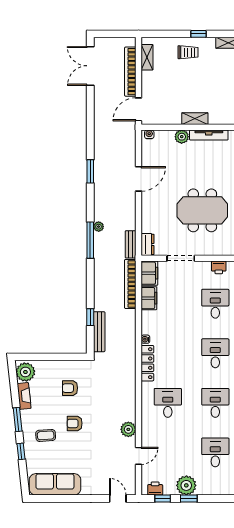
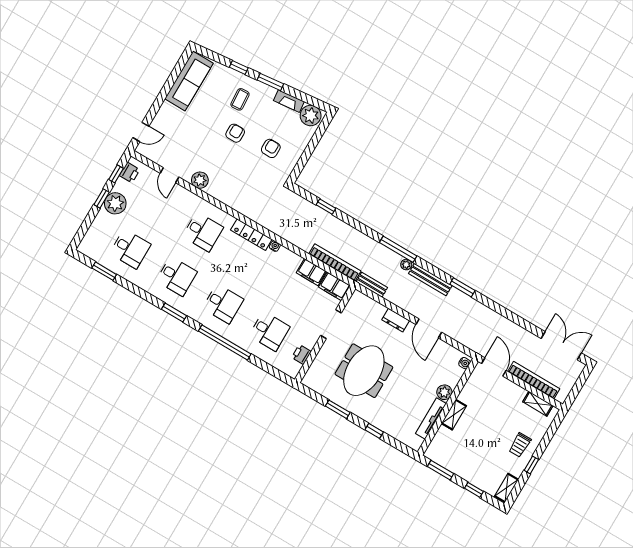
dresser: (147, 244) -> (396, 320), moved
bench: (99, 332) -> (430, 280), moved

